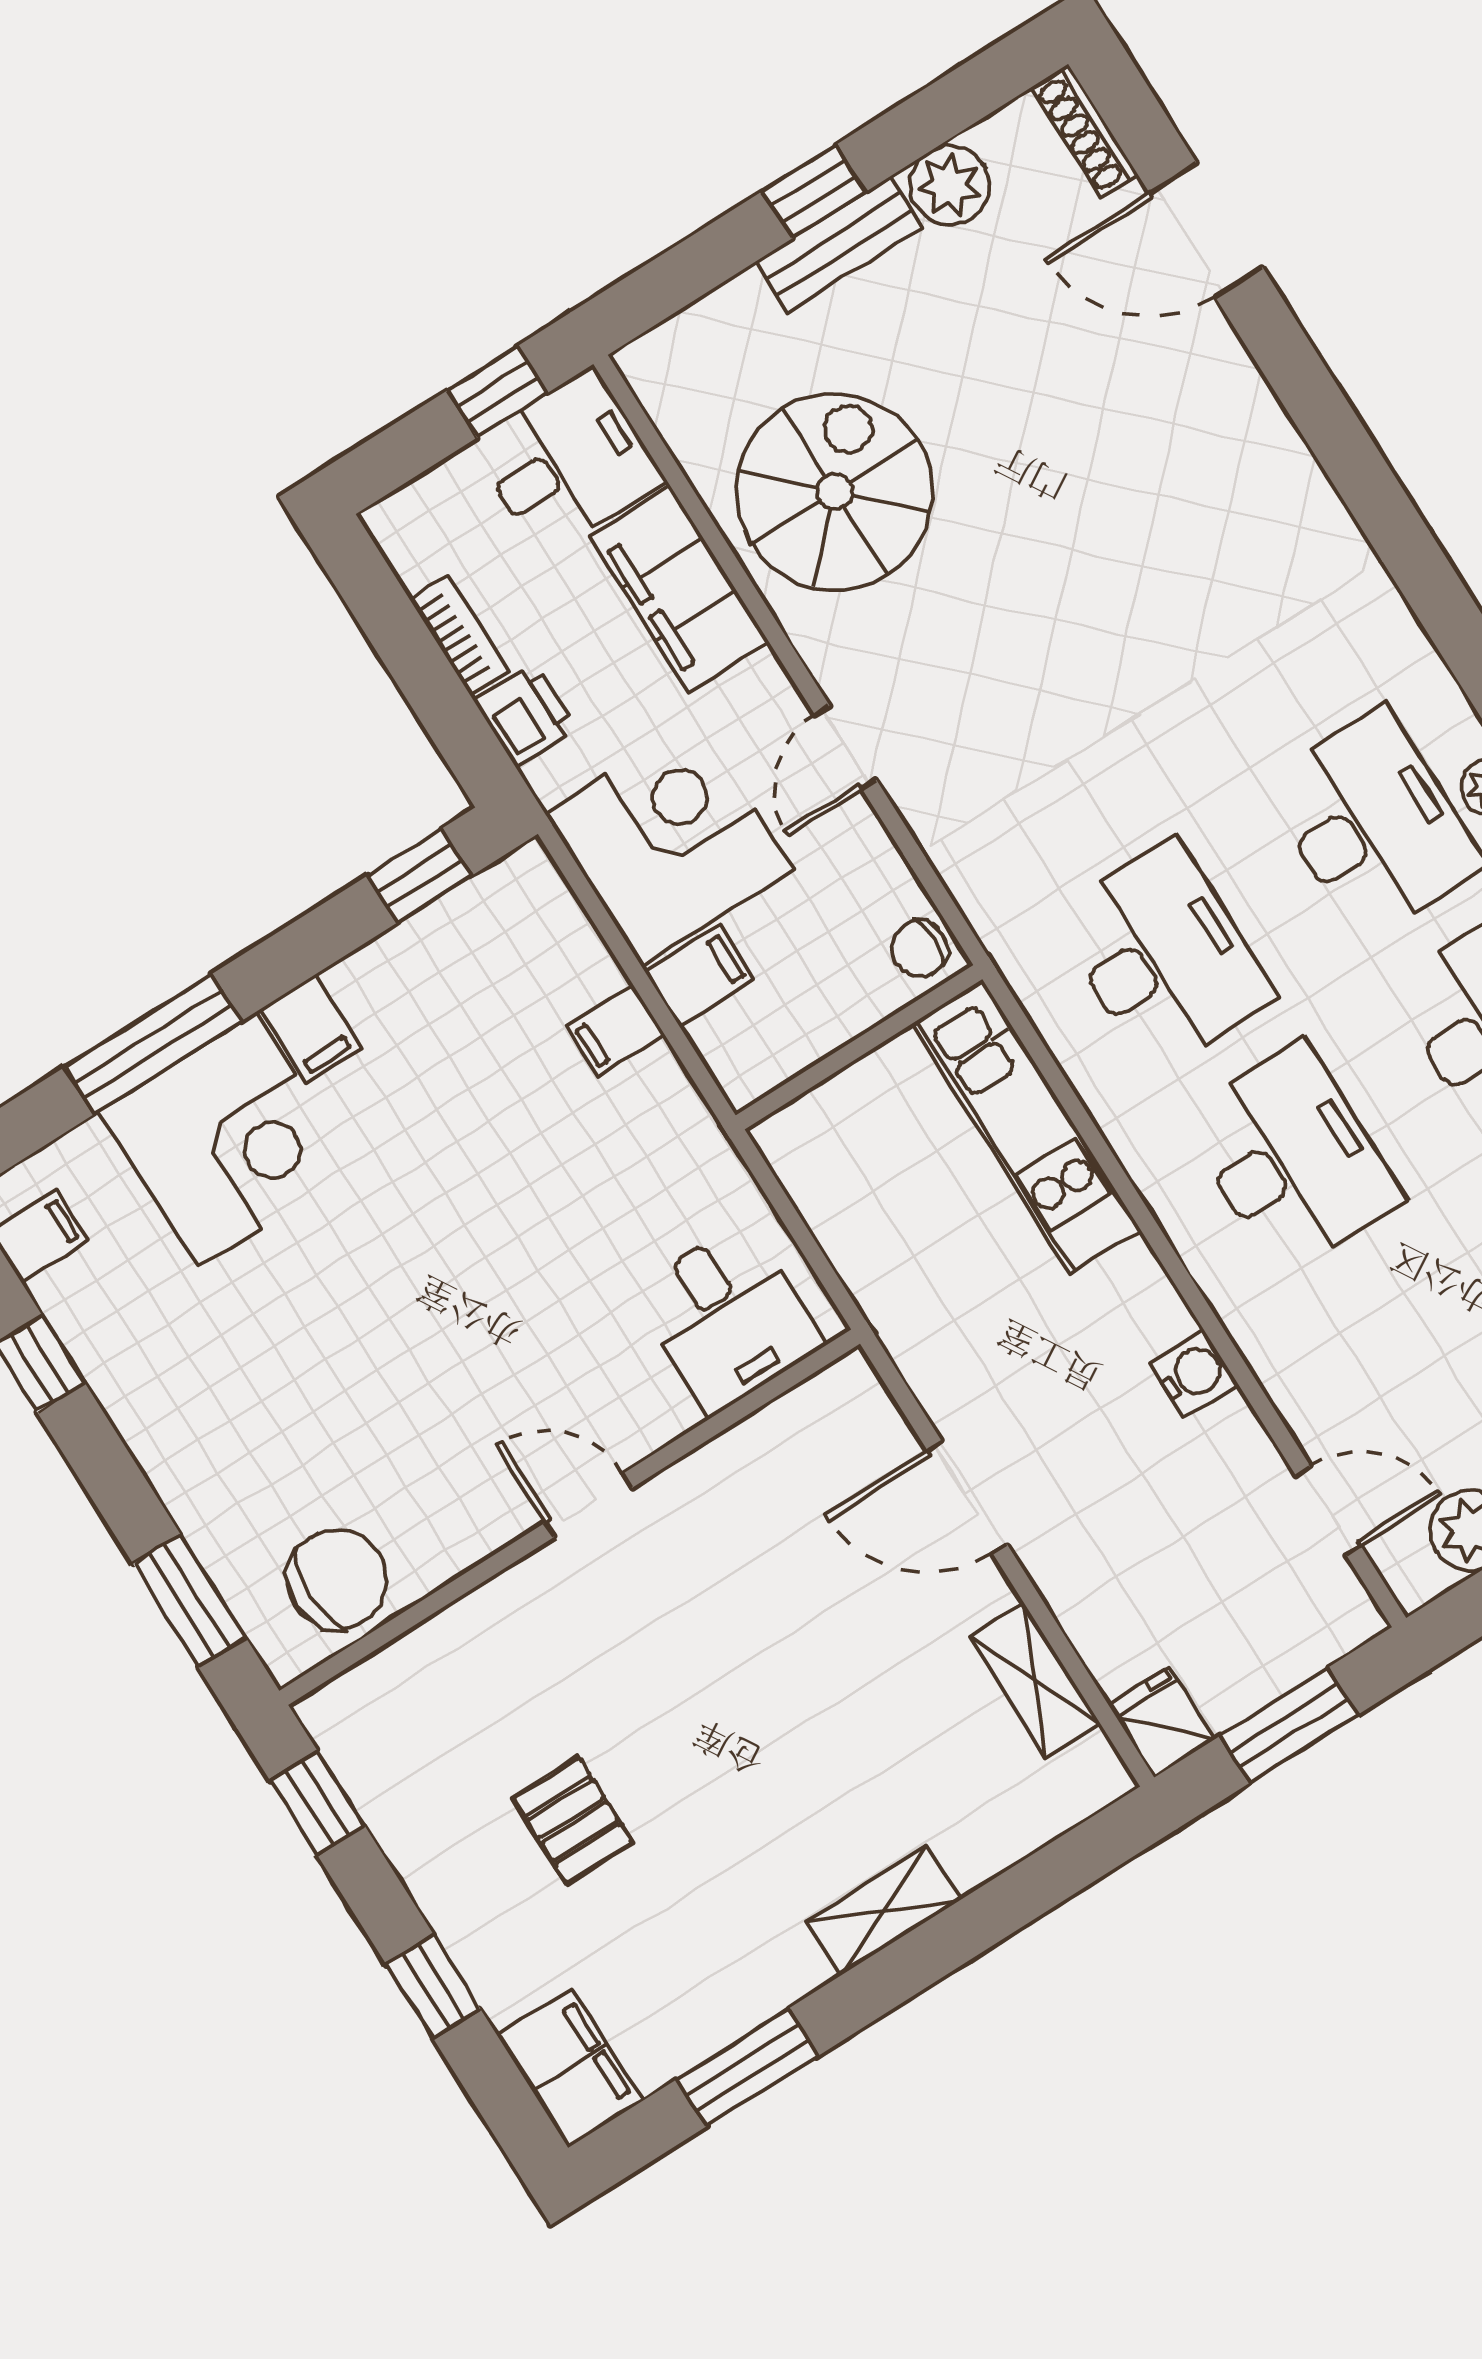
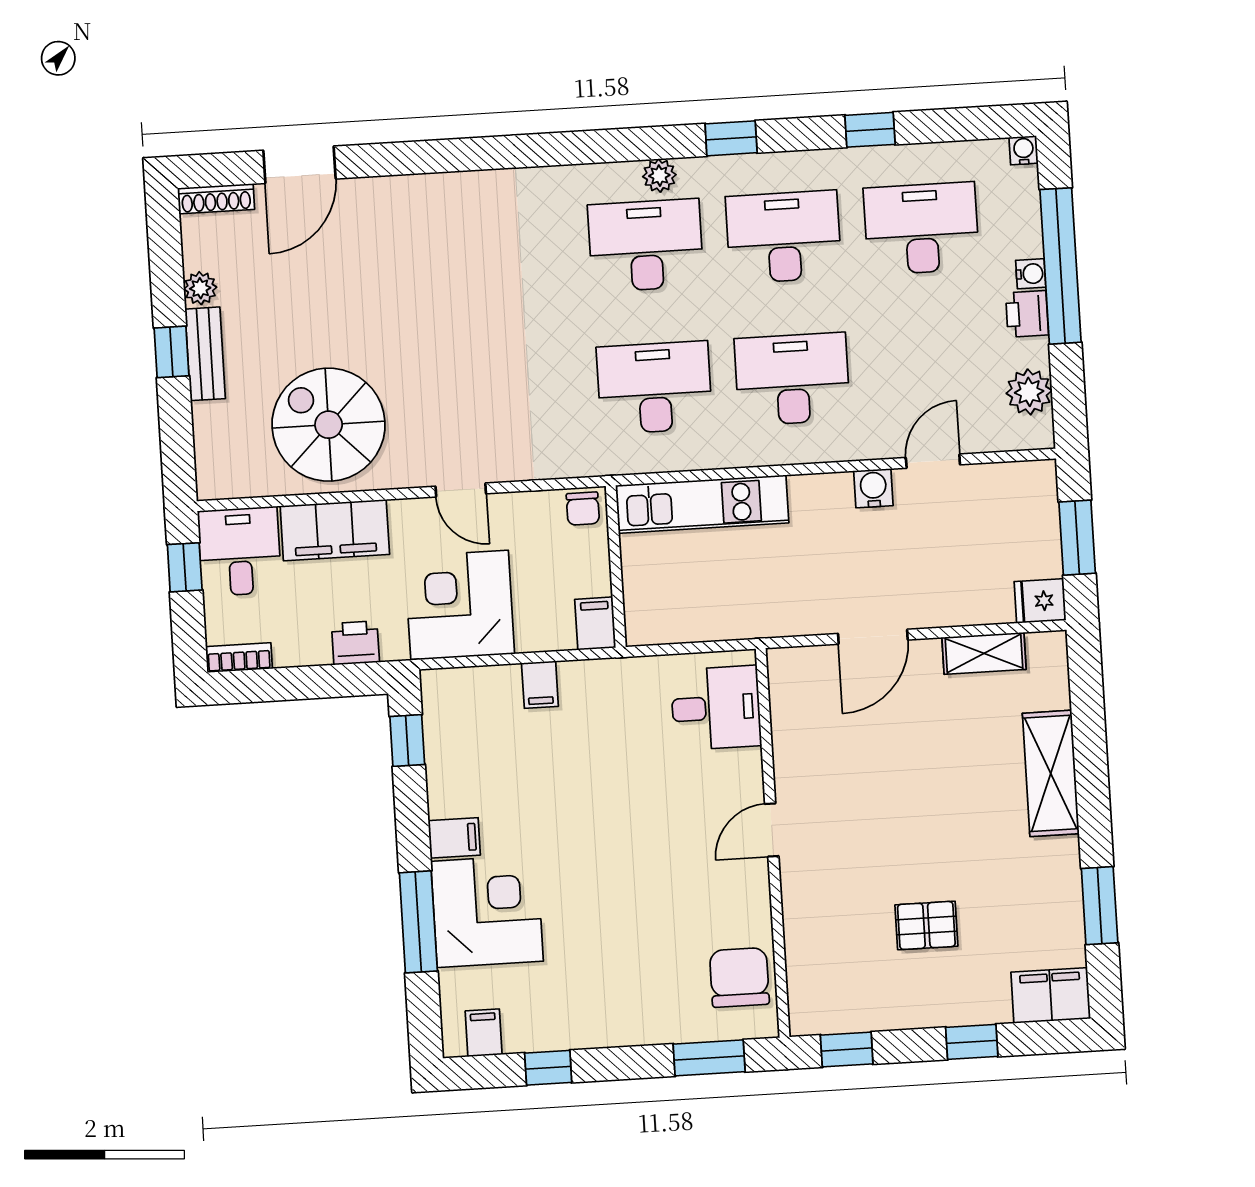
plant: (950, 185) -> (200, 288), width x0.73, depth x0.73
bookcase: (459, 636) -> (239, 658), moved
filing cabinet: (699, 976) -> (595, 623), moved
door: (1328, 1511) -> (933, 461), moved
shelving: (884, 1911) -> (1051, 773), width x1.50, depth x1.33

